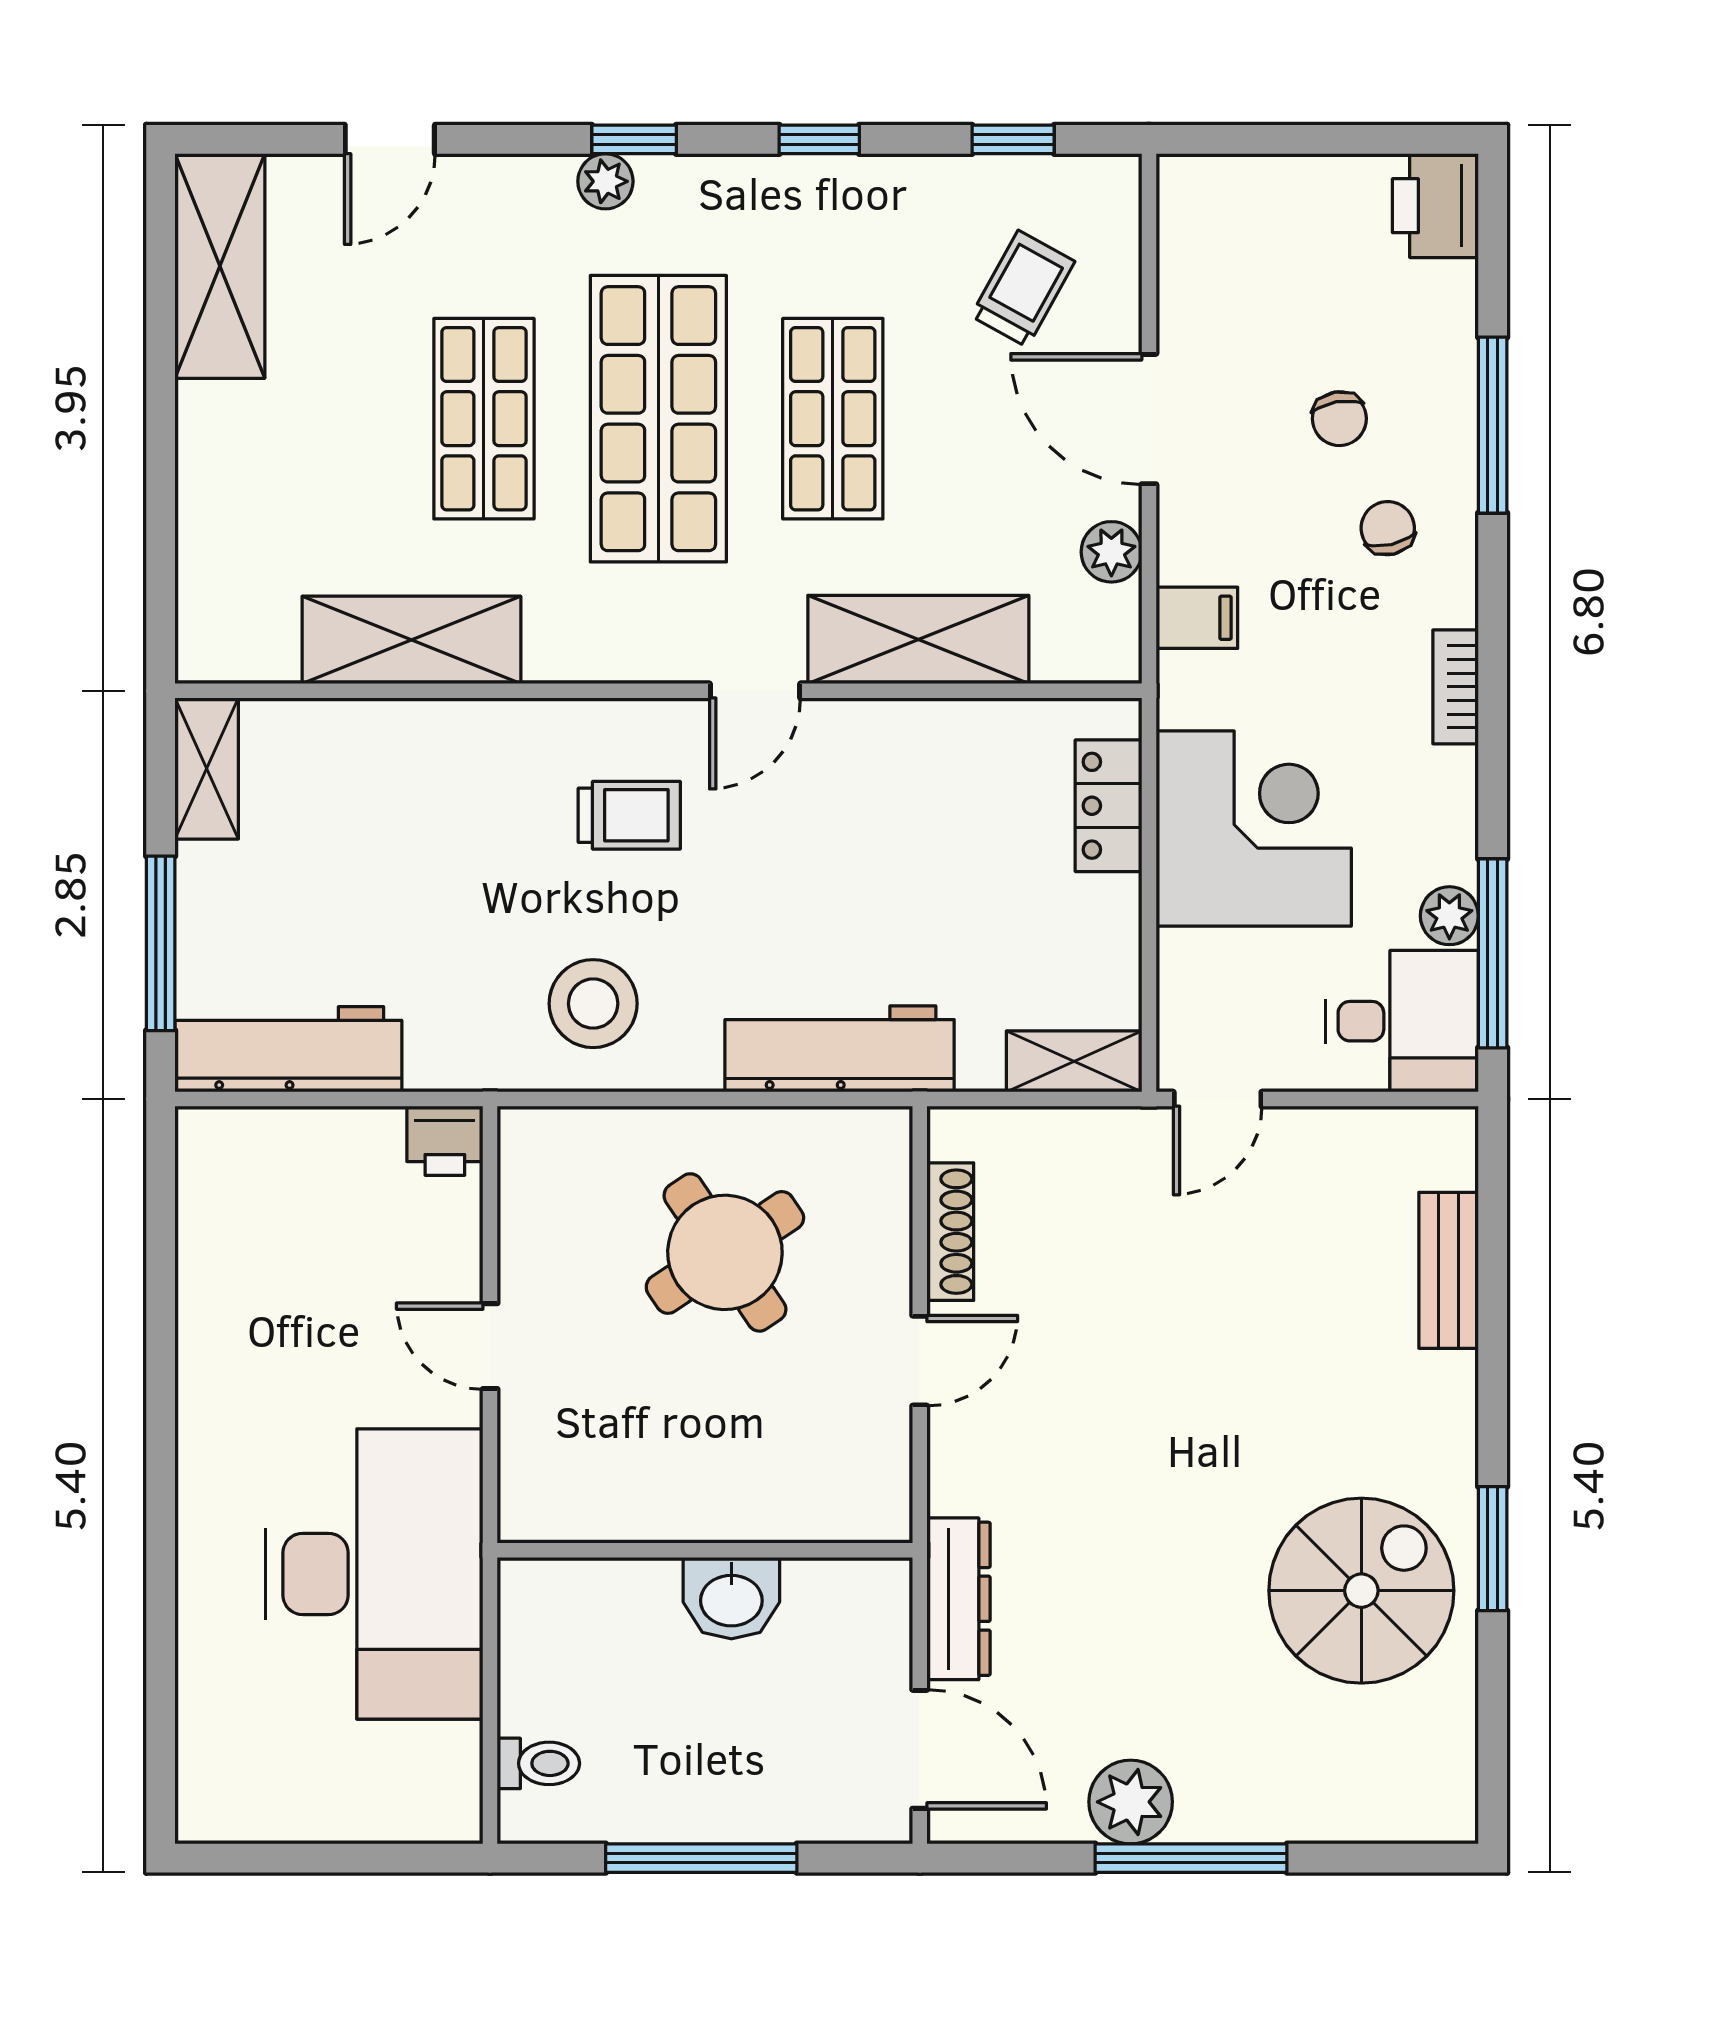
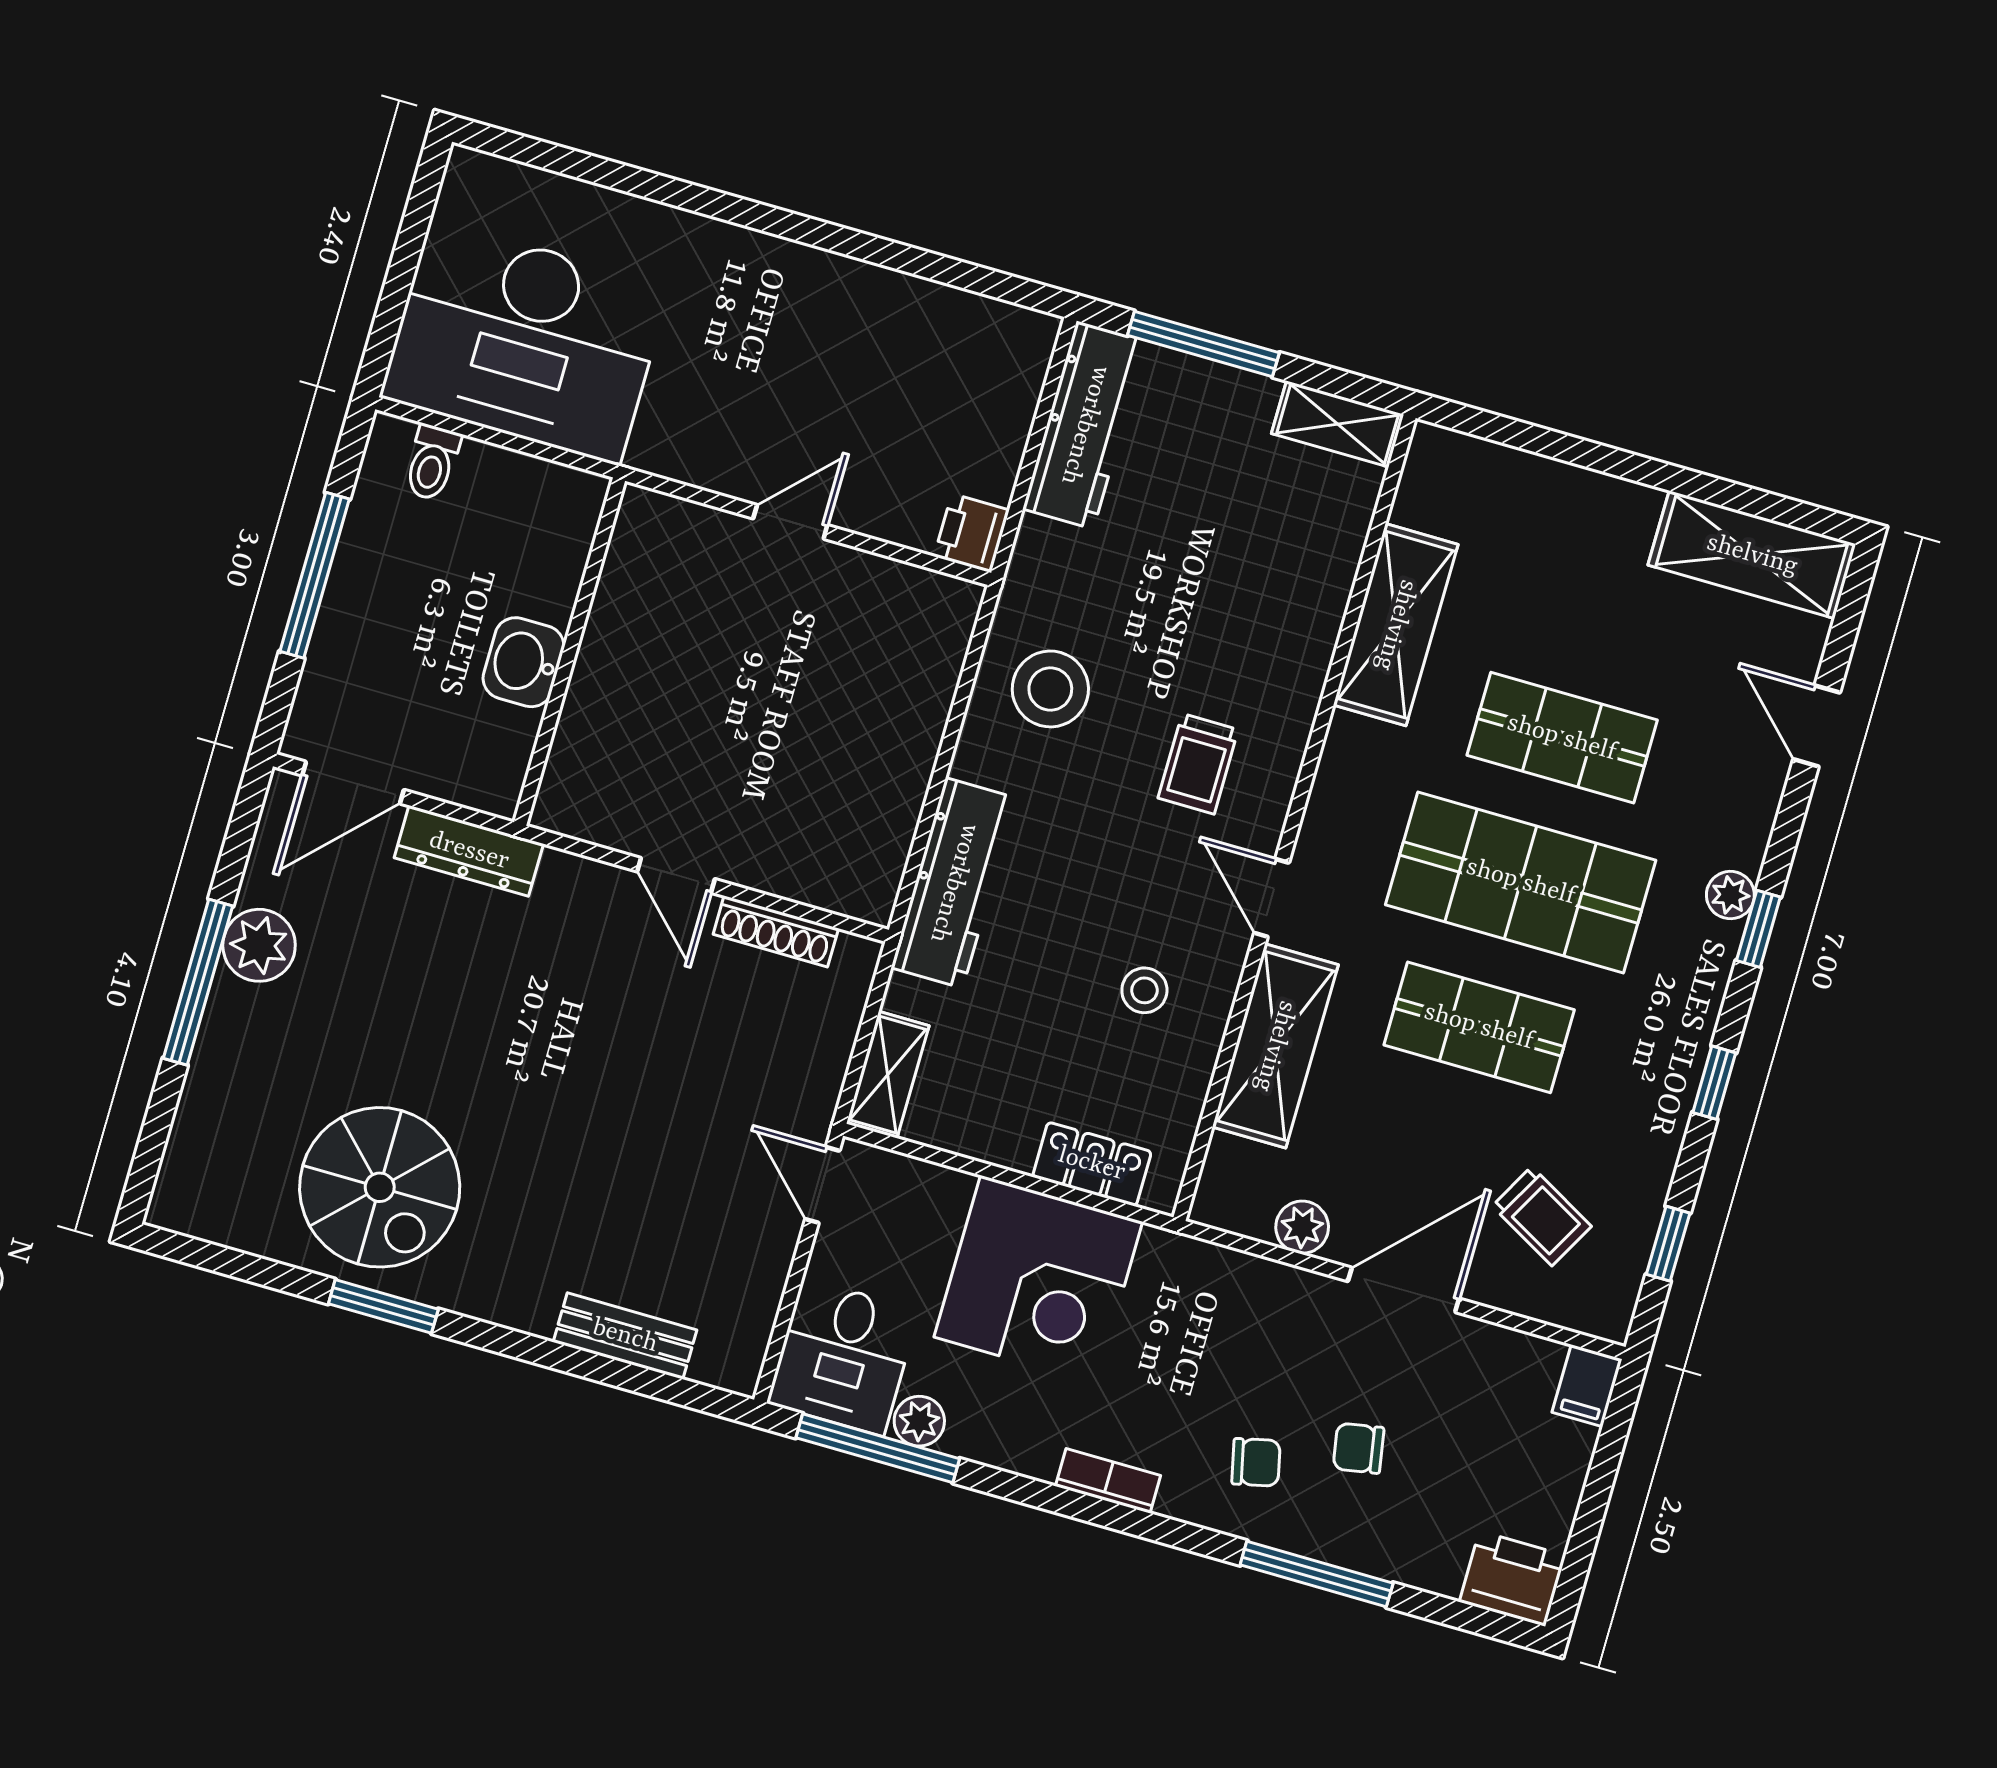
filing cabinet: (1197, 618) -> (1587, 1386), moved
stool: (898, 803) -> (1144, 990), added
round table: (725, 1252) -> (812, 739), removed
desk: (374, 1574) -> (525, 342), moved

